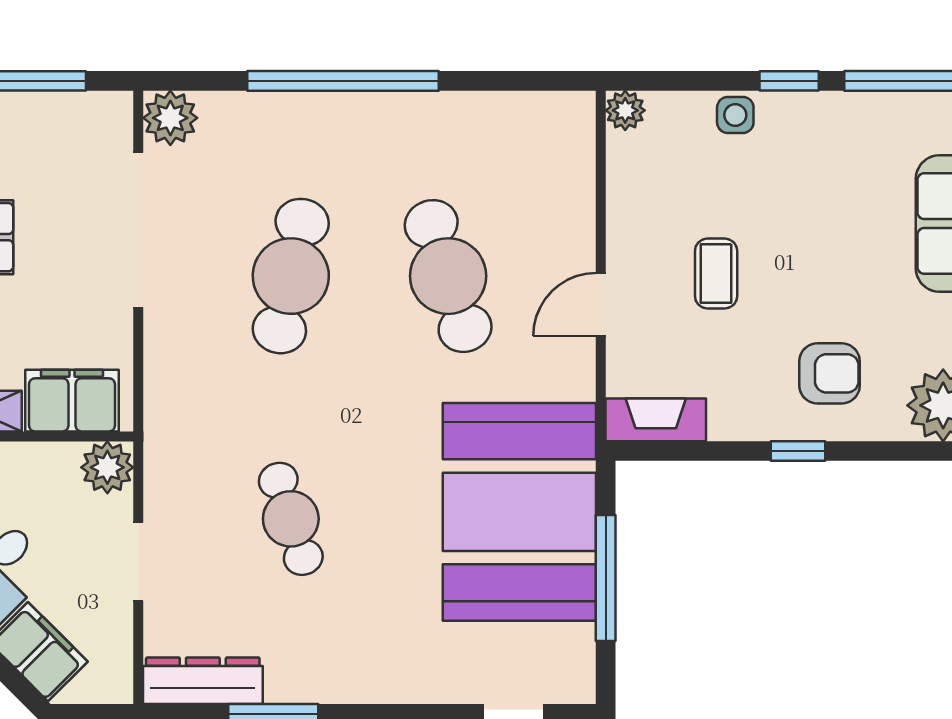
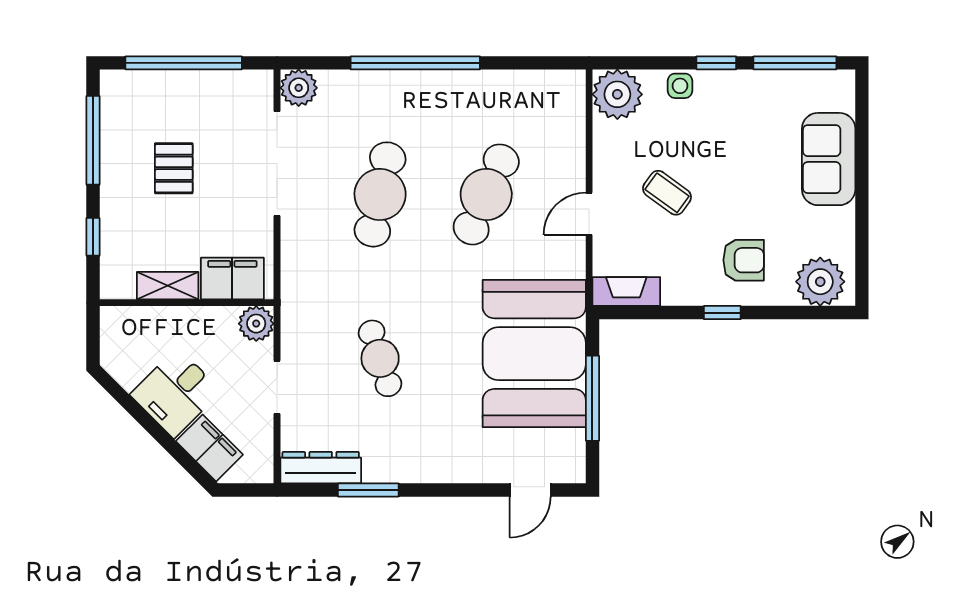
plant: (625, 110) -> (617, 94), width x1.88, depth x1.88
coffee table: (716, 273) -> (667, 193), turned -54
cafe table: (448, 276) -> (486, 194), turned 42

